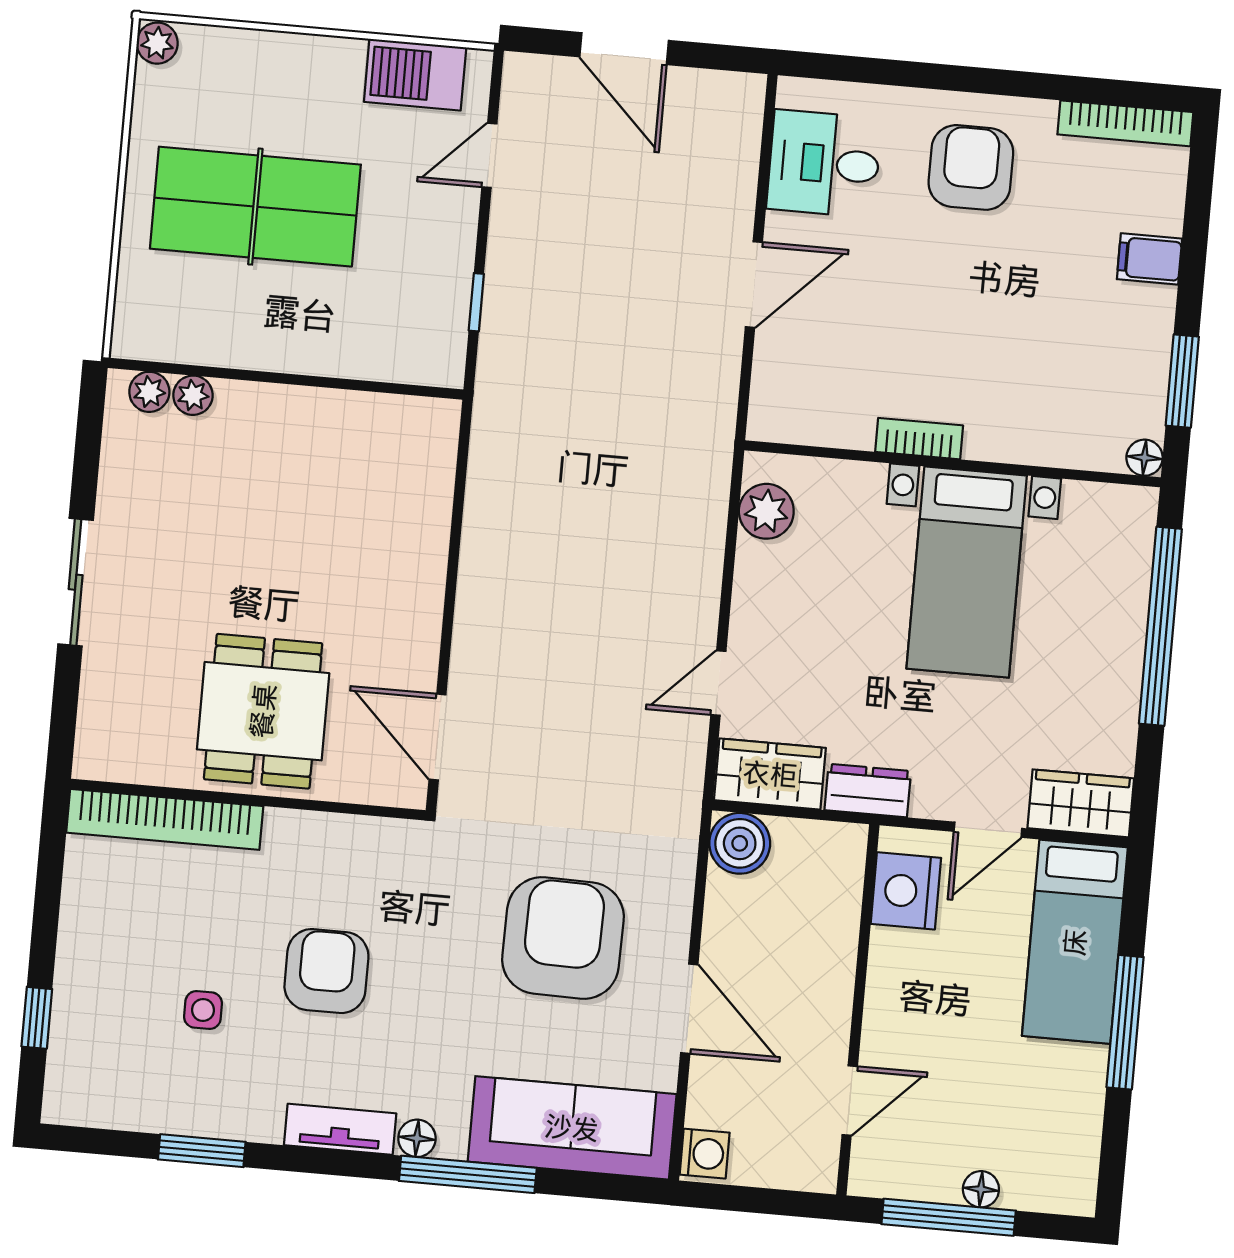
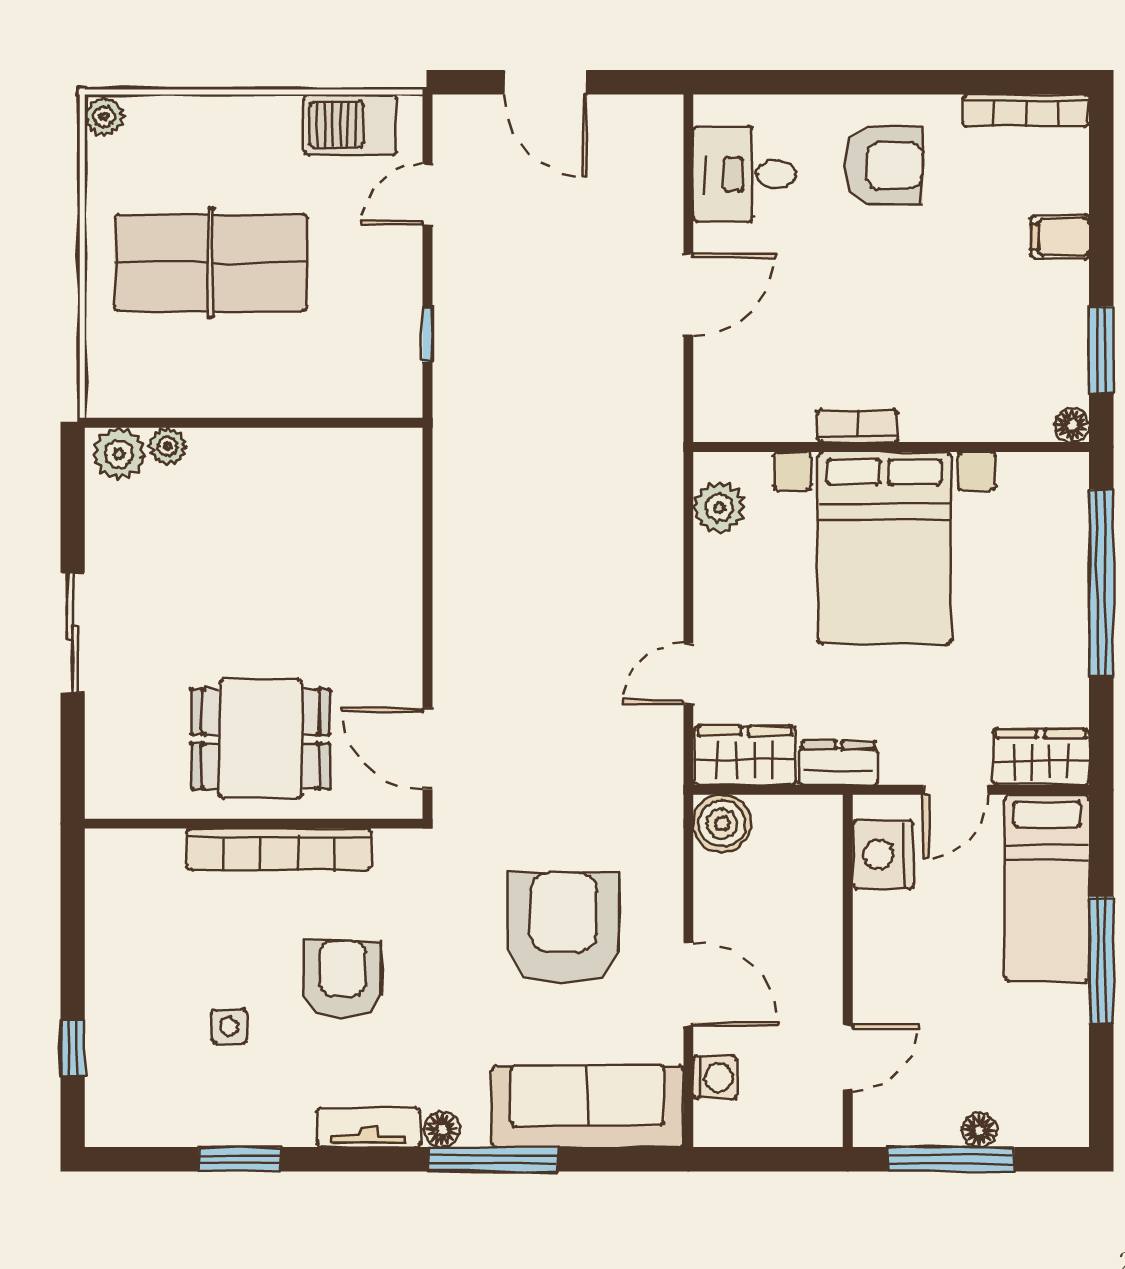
armchair: (971, 167) -> (883, 165), turned 90
plant: (149, 392) -> (119, 454), width x1.38, depth x1.38
bed with nightstands: (967, 572) -> (884, 548), width x1.36
dining table: (263, 711) -> (261, 739), turned 90
bookcase: (165, 819) -> (279, 849), moved
washing machine: (705, 1154) -> (715, 1077), moved

